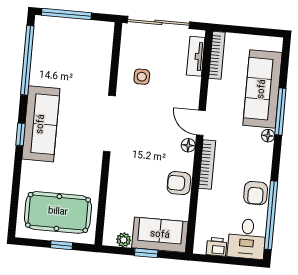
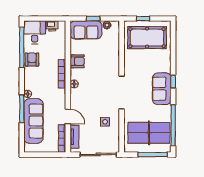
table tennis table: (69, 51) -> (149, 133), added
door: (201, 123) -> (68, 116), moved
sofa: (41, 124) -> (162, 89), width x0.73

